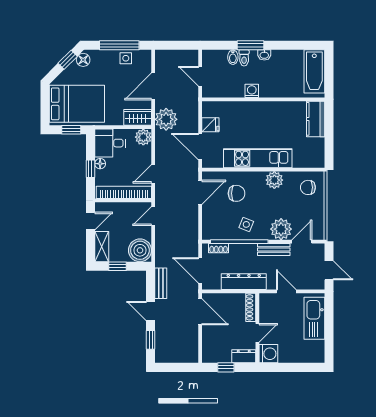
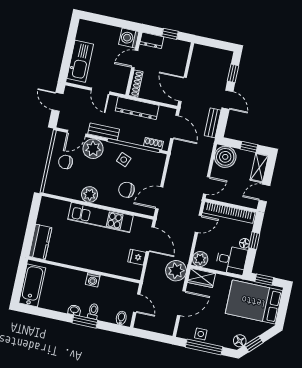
bidet: (233, 57) -> (121, 318), moved
chair: (308, 187) -> (66, 162), moved, turned 180

